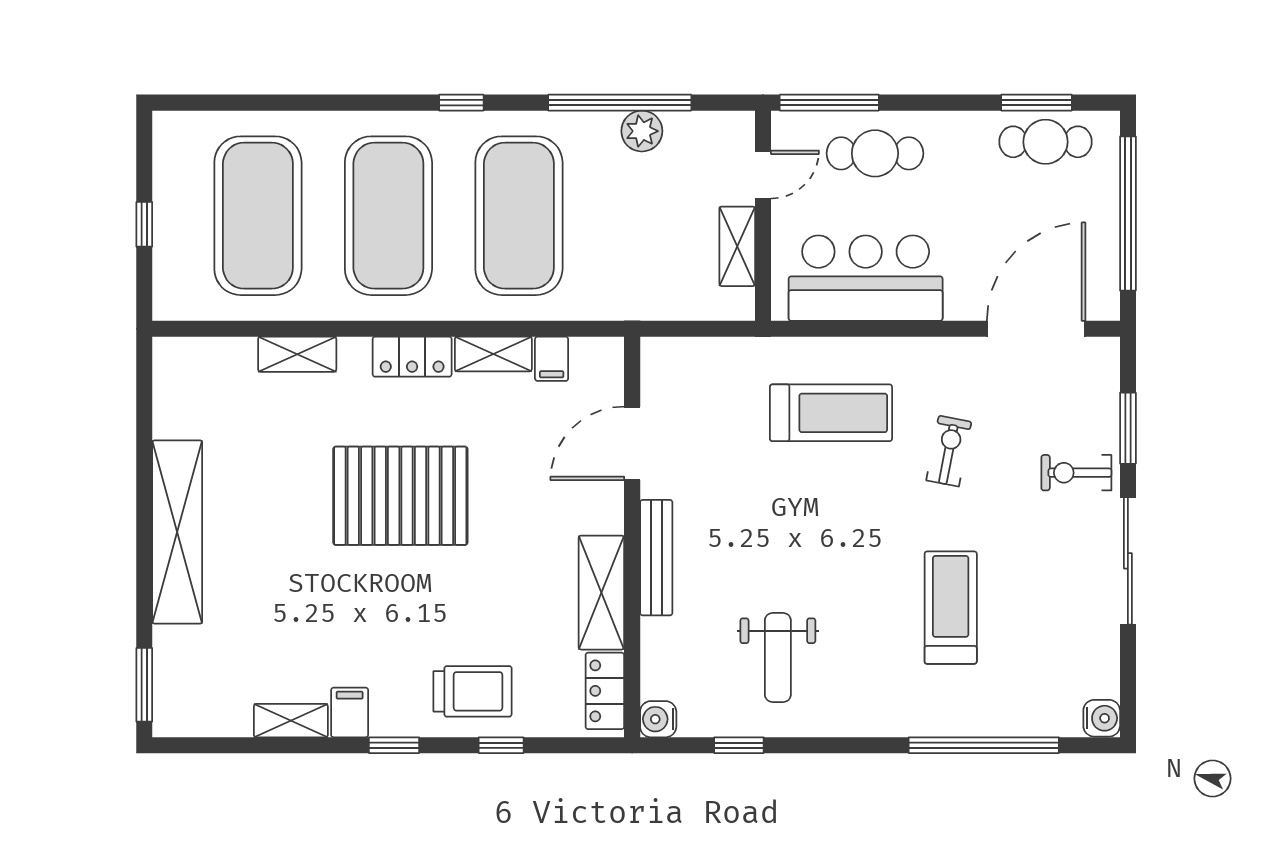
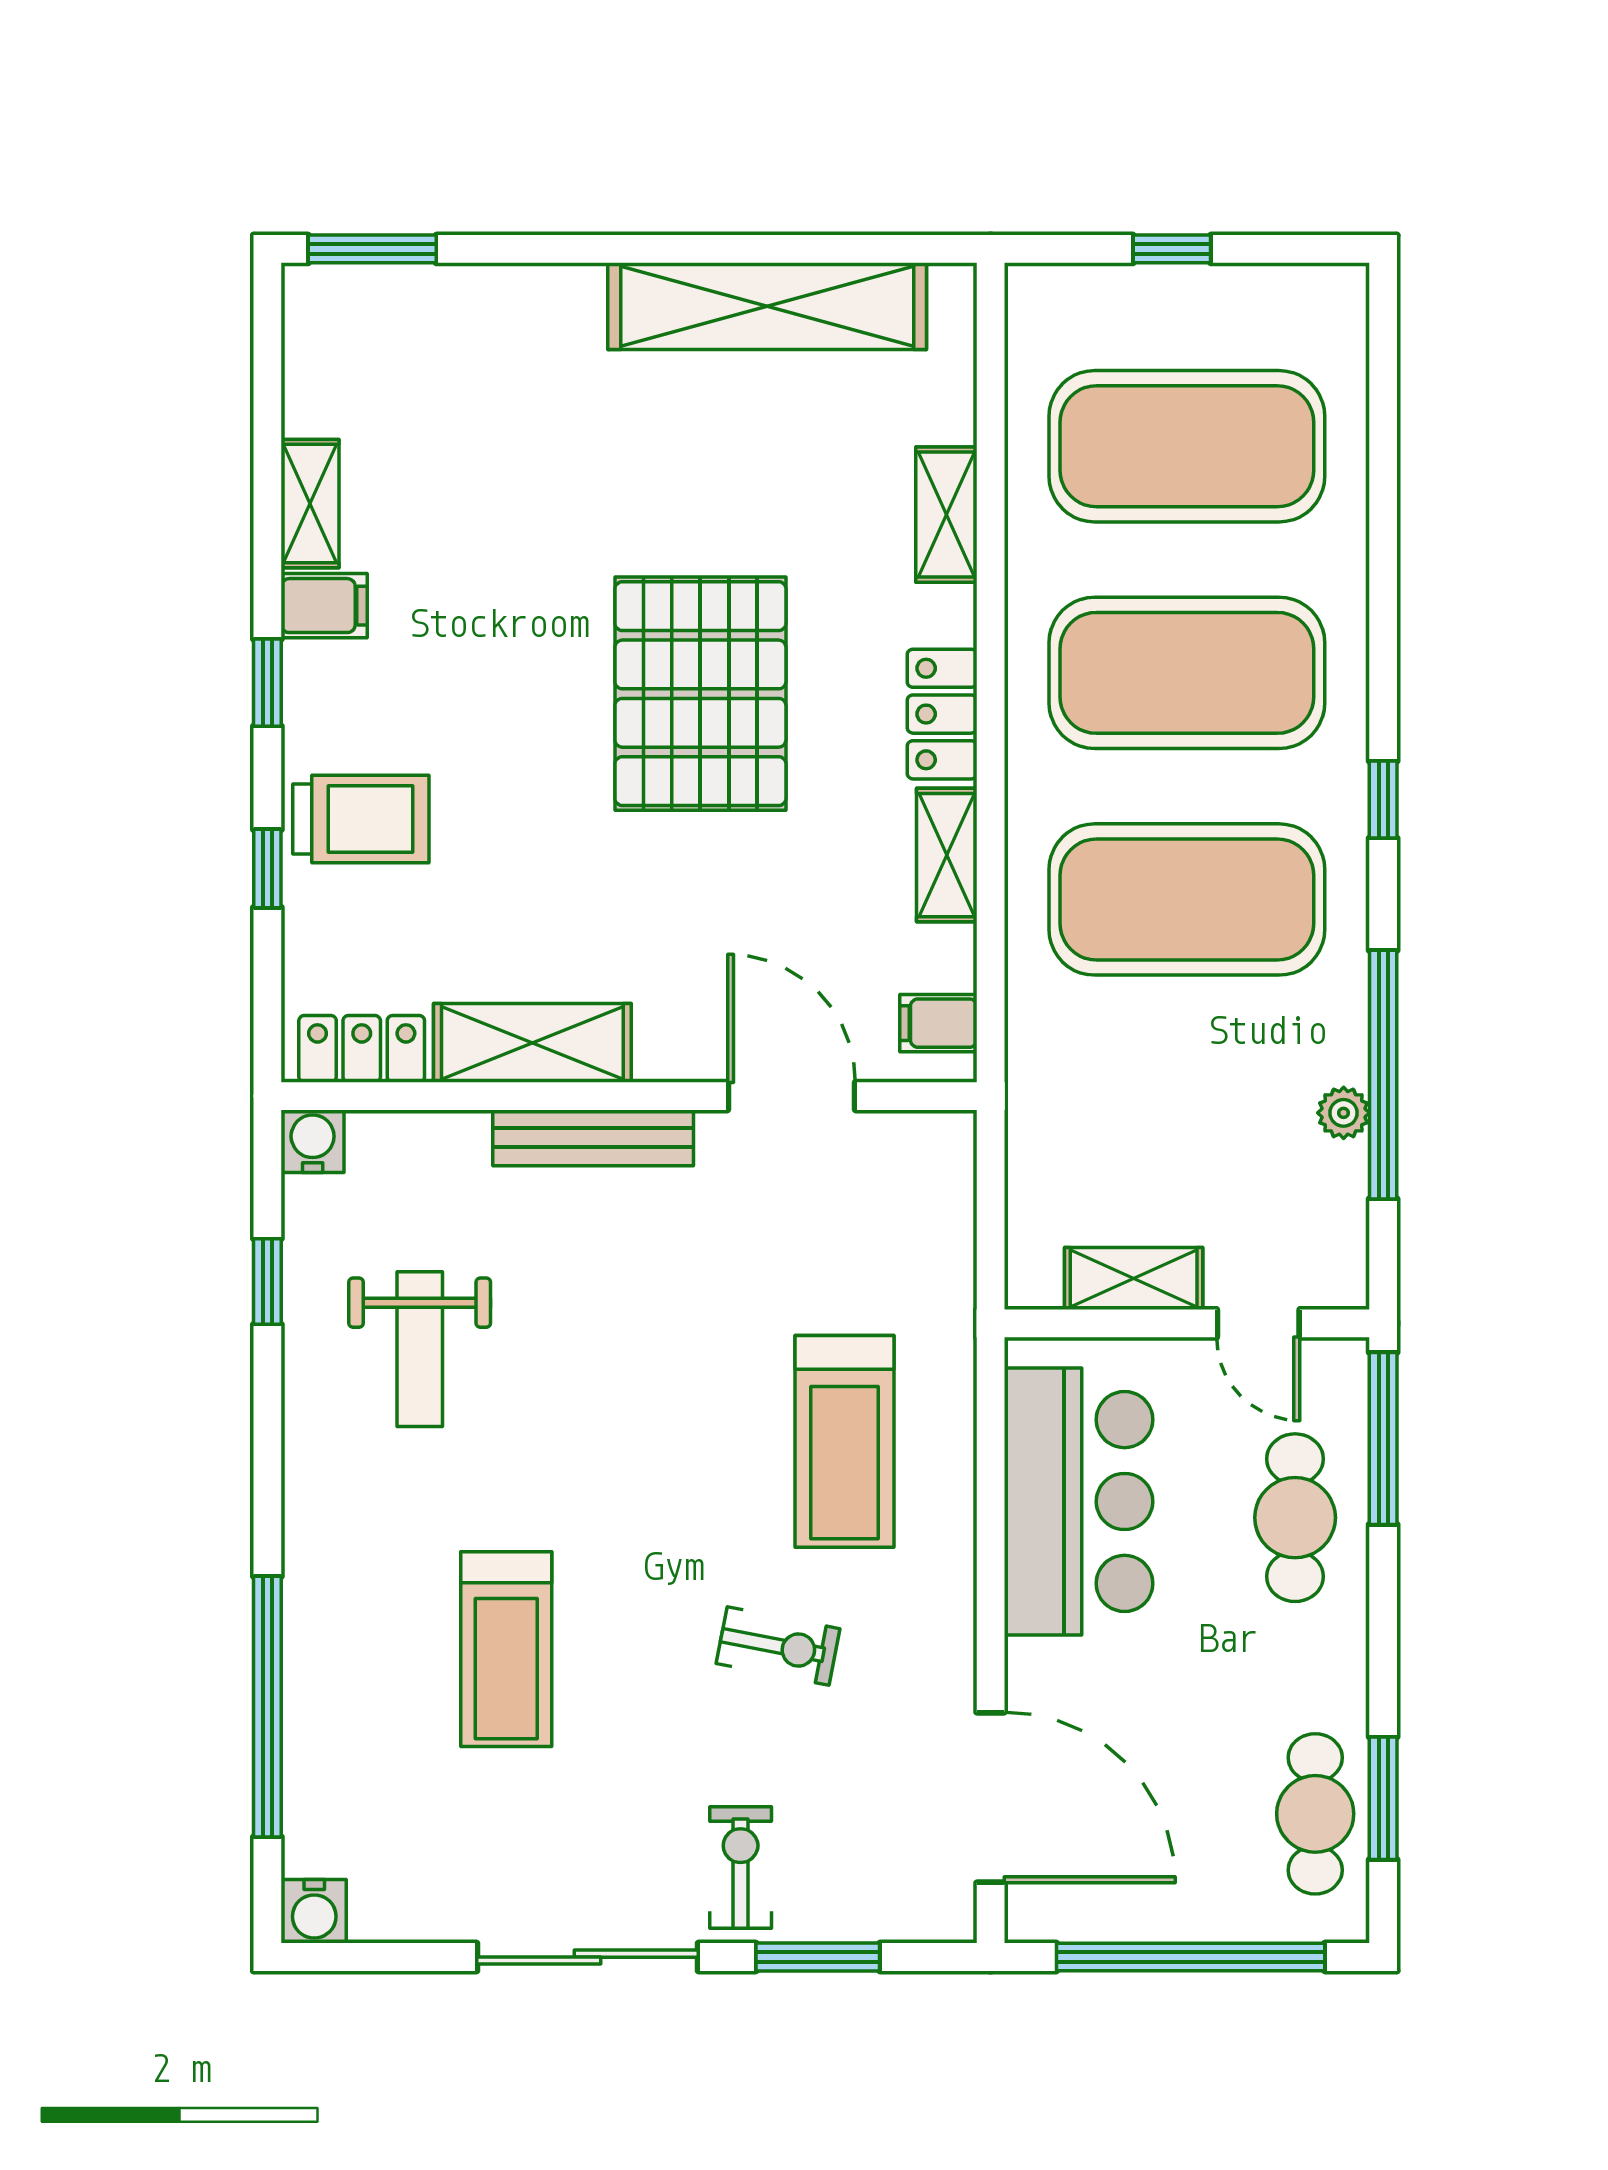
plant: (642, 131) -> (1344, 1113), width x0.73, depth x0.73
filing cabinet: (552, 359) -> (938, 1023), moved
shelving: (177, 532) -> (767, 306), moved
treadmill: (951, 608) -> (506, 1649), turned 90
weight bench: (778, 657) -> (420, 1349), turned -90
trolley: (473, 691) -> (361, 819), turned -90

